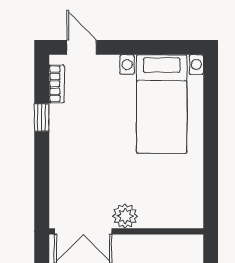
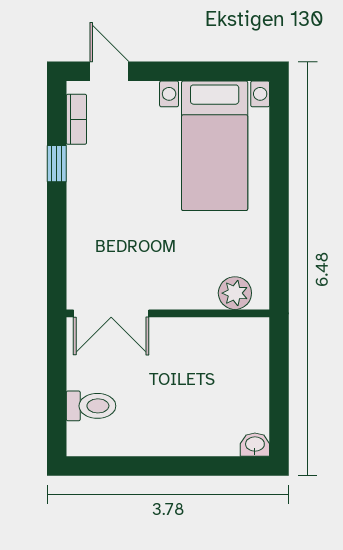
plant: (125, 216) -> (235, 293), moved

